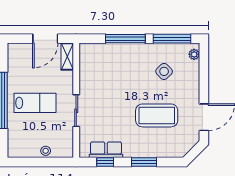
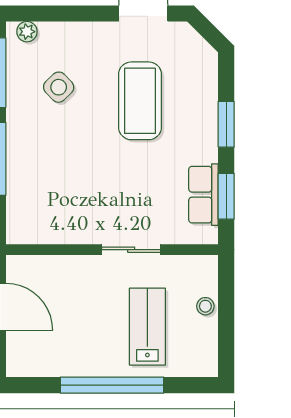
shelving: (67, 57) -> (31, 266), removed
lab bench: (35, 103) -> (147, 327), moved
window: (105, 162) -> (226, 196), width x1.50

